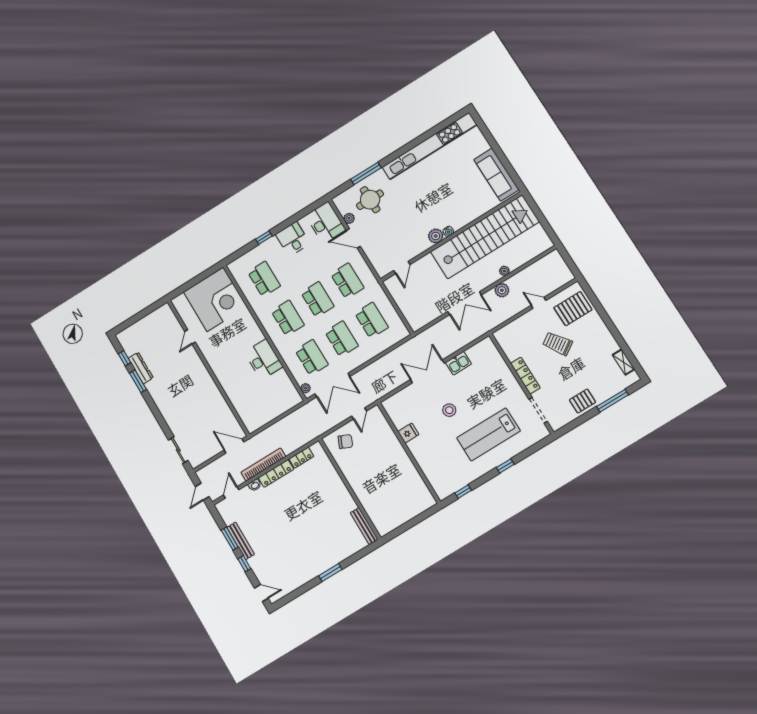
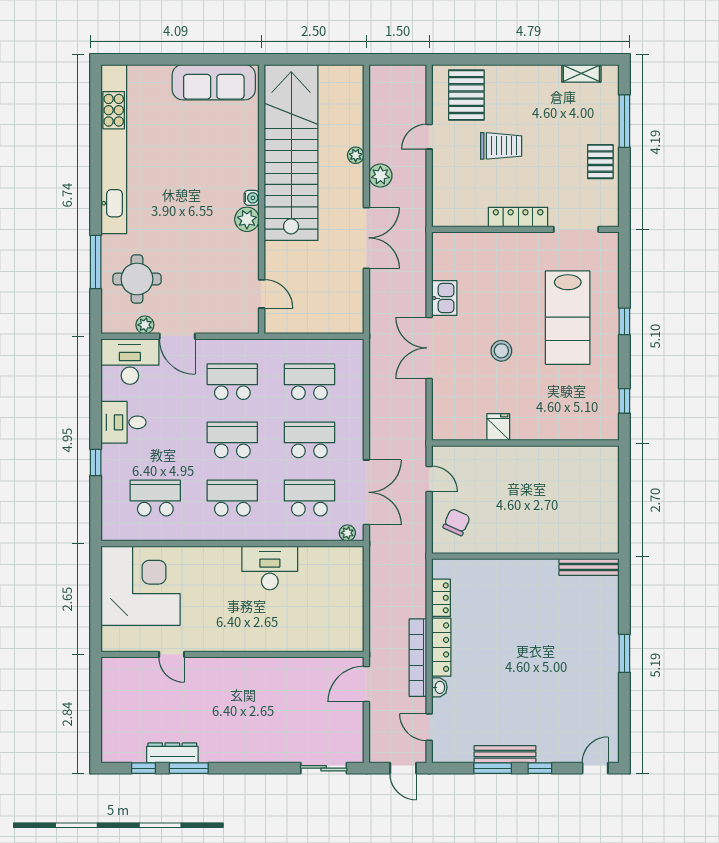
door: (353, 238) -> (177, 336), hinge flipped
trolley: (558, 344) -> (501, 146), turned -146

